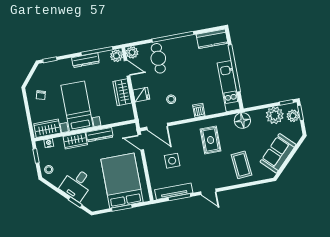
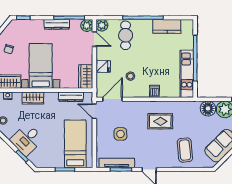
kitchen counter: (212, 39) -> (167, 26), moved
wardrobe: (122, 92) -> (86, 77), moved
floor lamp: (242, 120) -> (208, 109), moved
door: (157, 127) -> (113, 99), swing flipped
dresser: (100, 135) -> (71, 97), moved
rug: (211, 140) -> (160, 121), turned 90
bed: (122, 181) -> (75, 144), width x0.67

